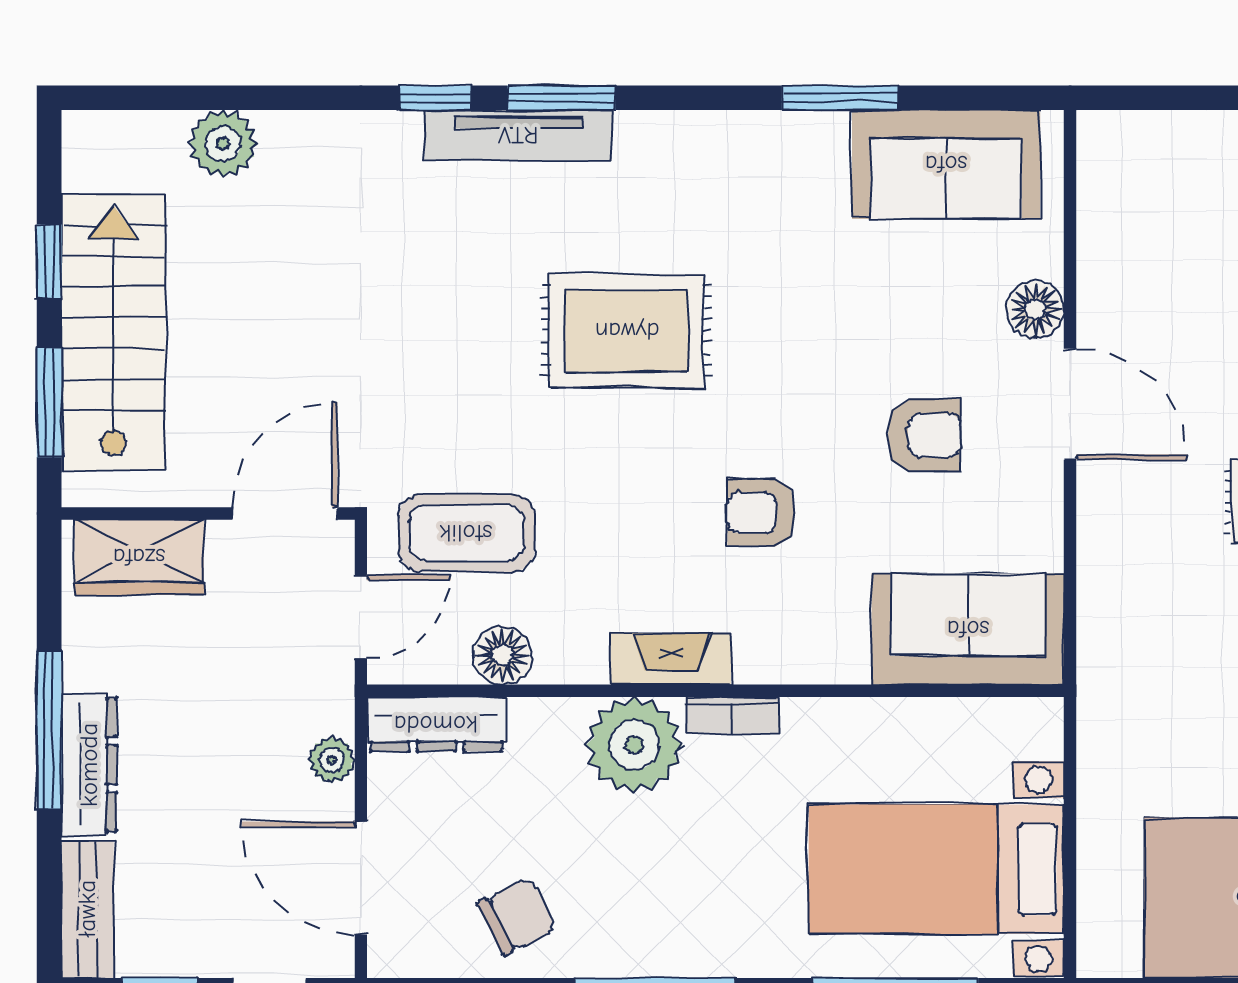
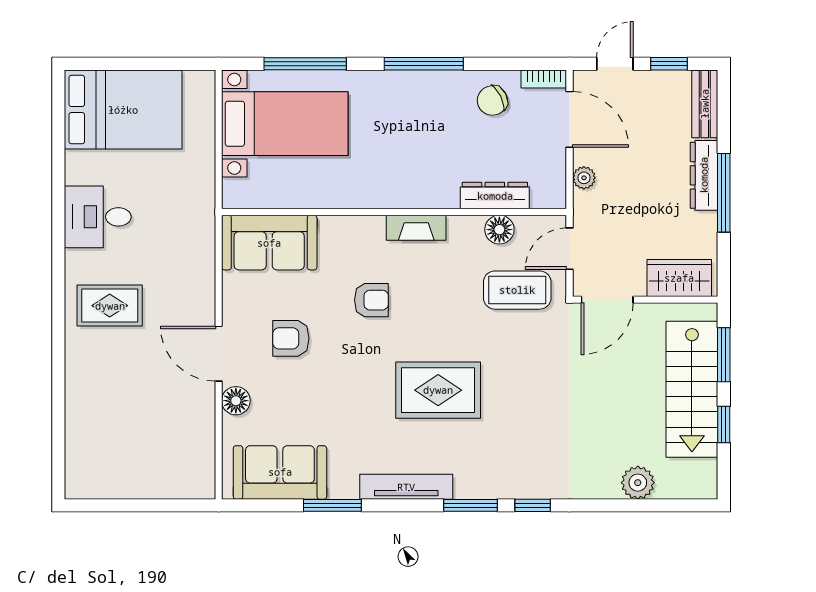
tv unit: (518, 135) -> (406, 487), moved
bookcase: (733, 715) -> (544, 79), moved, turned 180
dresser: (436, 724) -> (495, 196), moved
plant: (634, 745) -> (434, 185), removed

